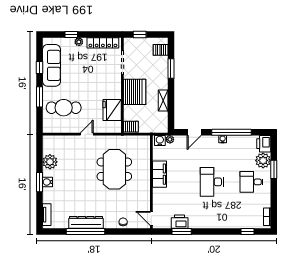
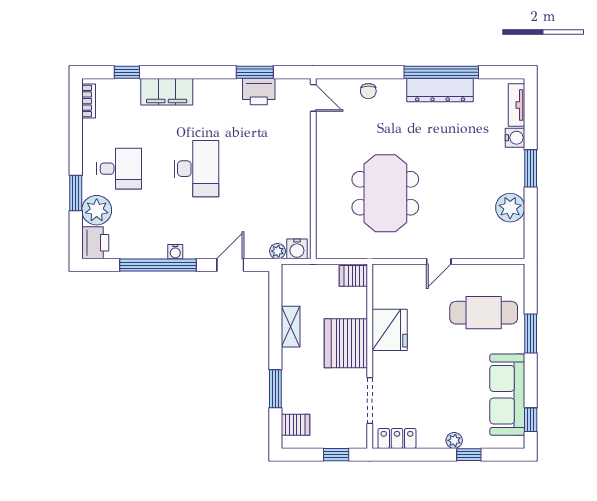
locker: (103, 43) -> (397, 438), width x0.66
window: (39, 68) -> (531, 420), moved
fridge: (112, 110) -> (390, 330), moved
filing cabinet: (160, 174) -> (167, 92), moved, turned -90
water cooler: (47, 182) -> (515, 138), moved

